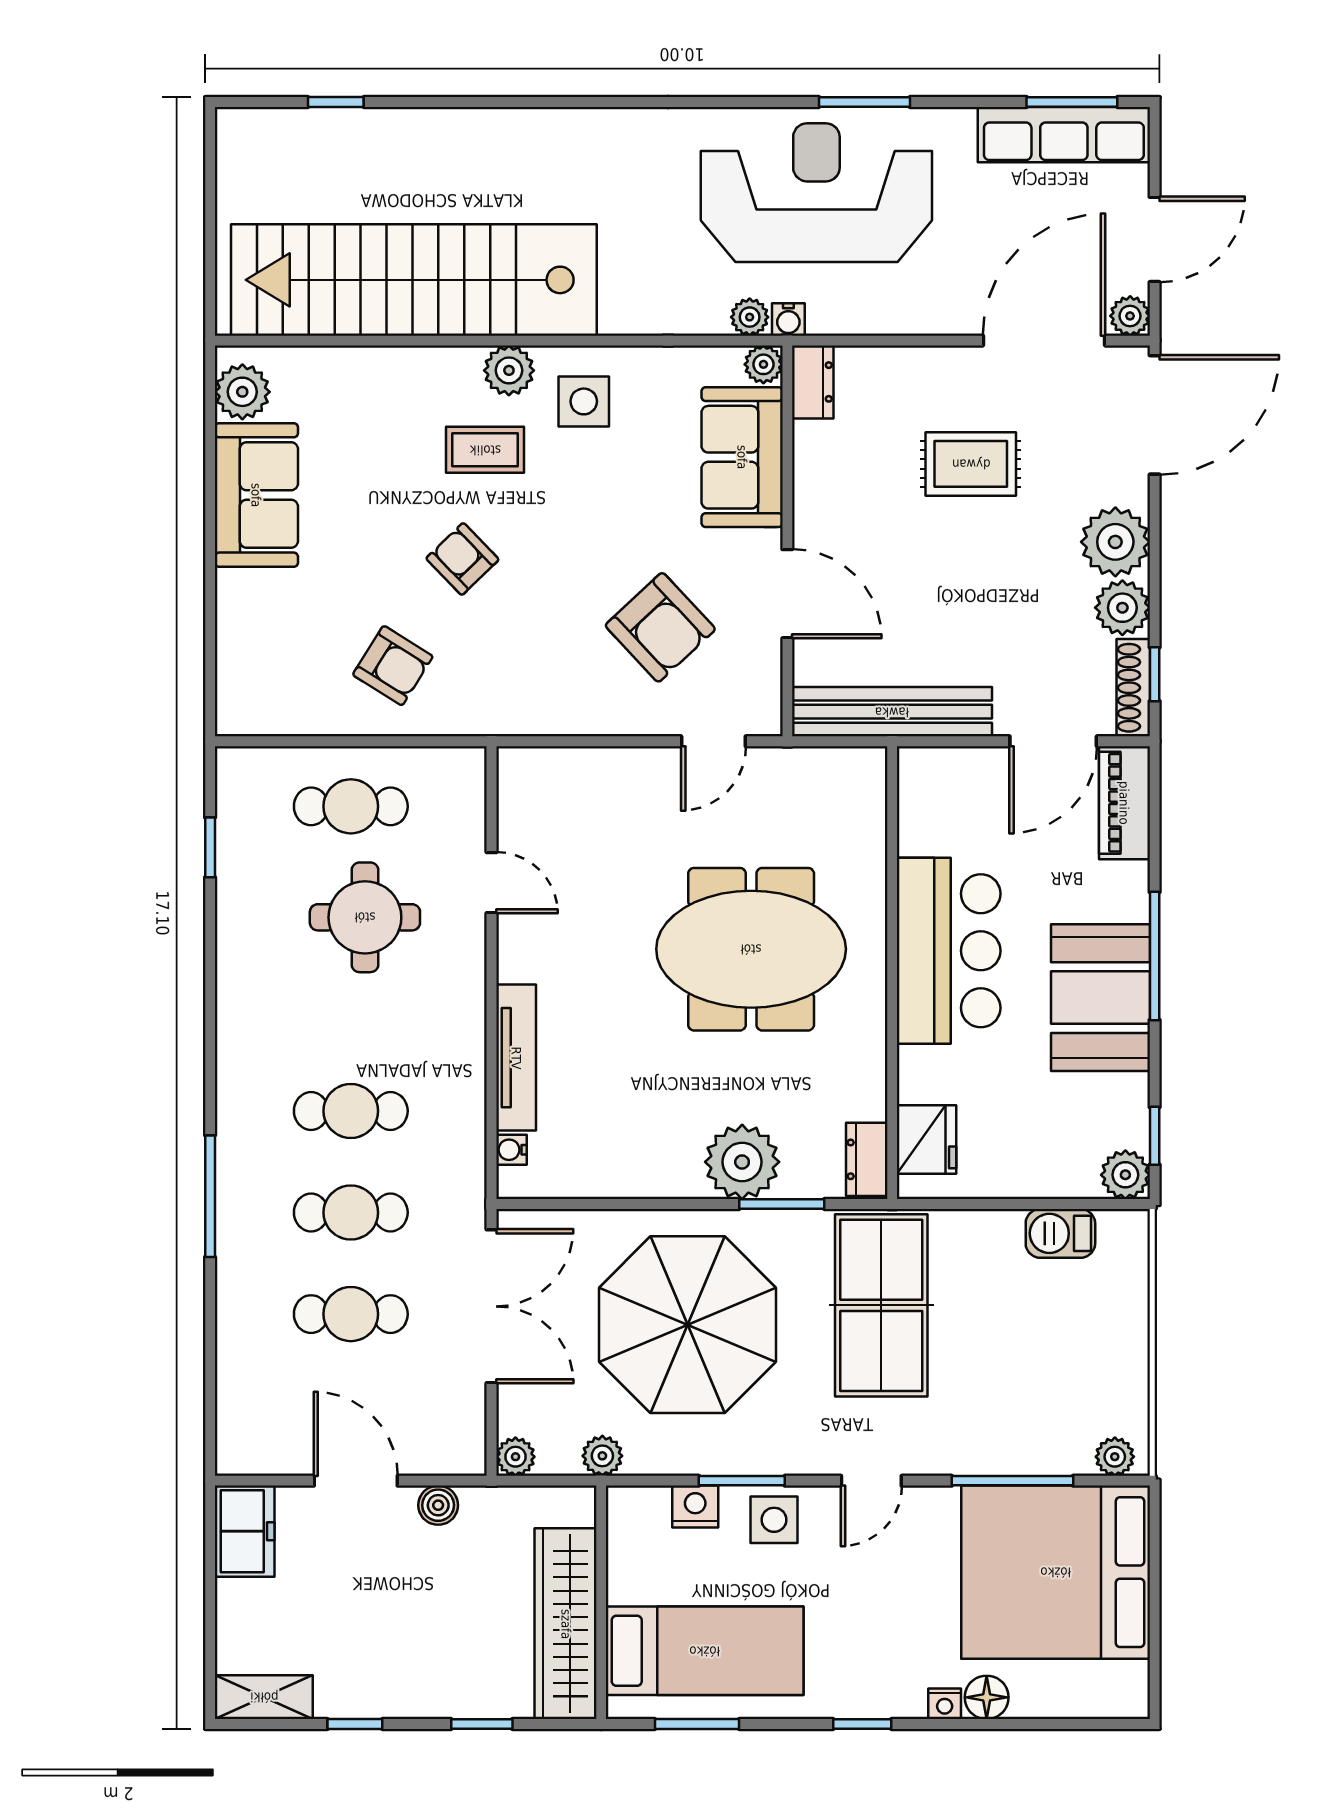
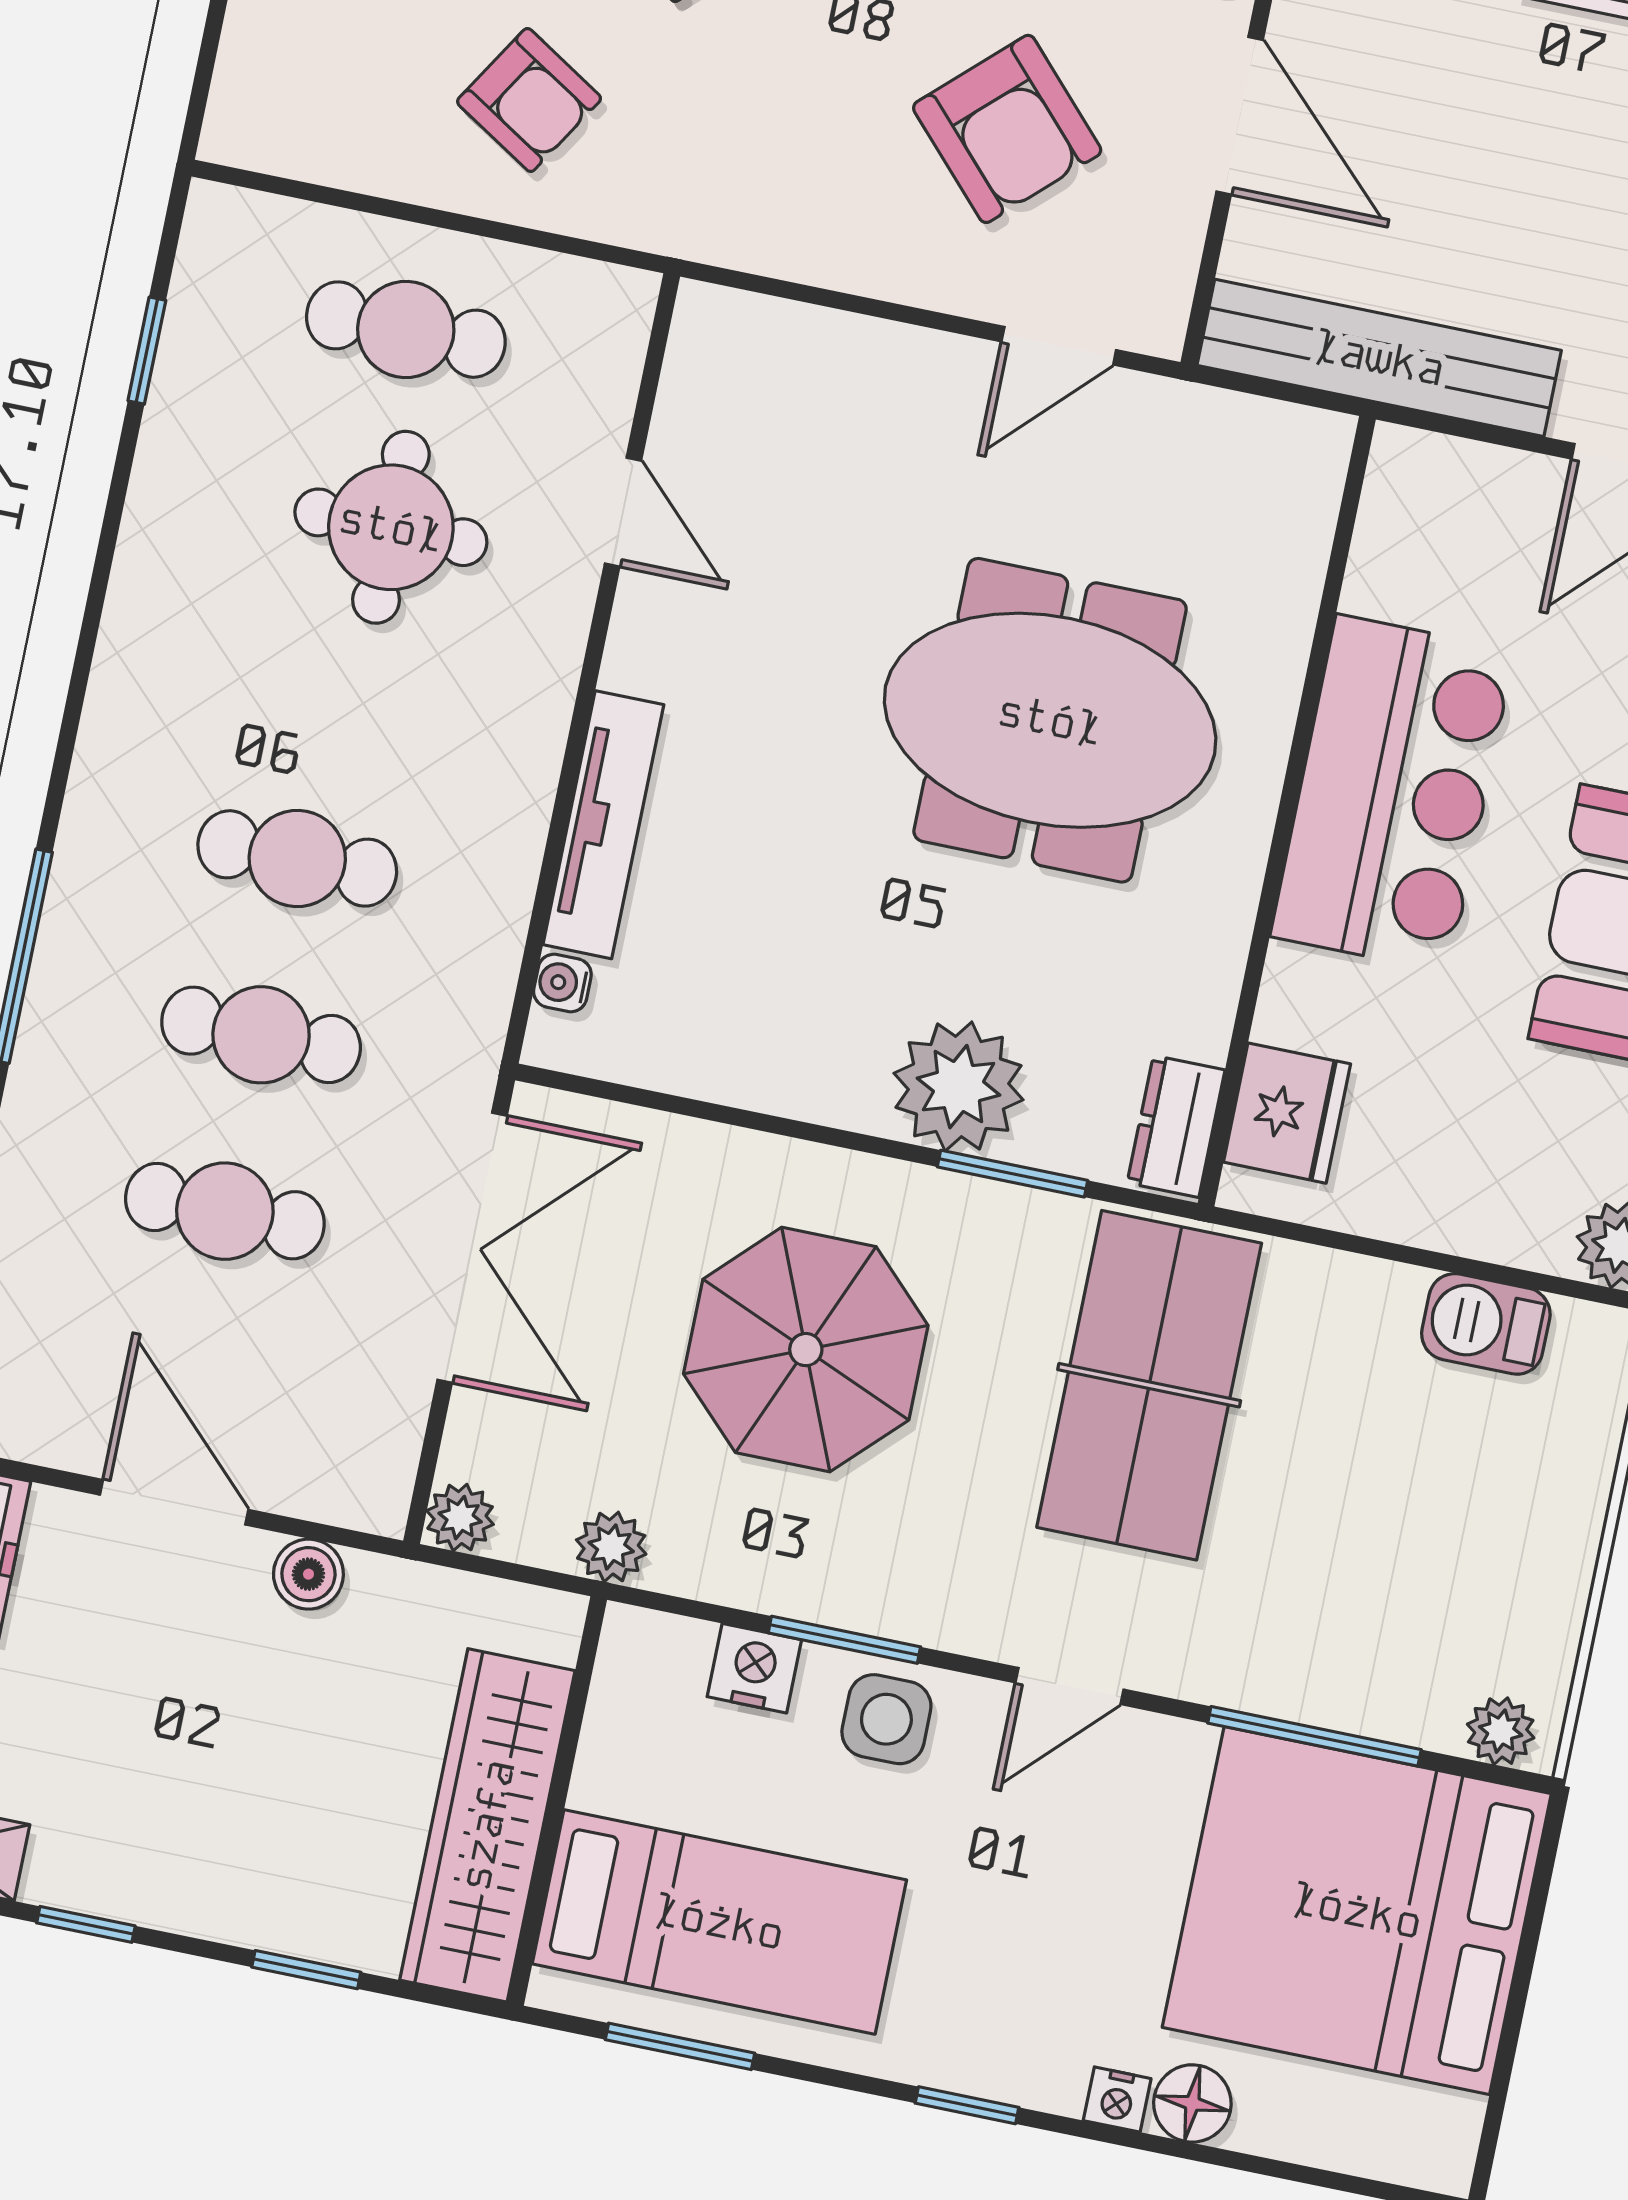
parasol: (687, 1325) -> (806, 1350), width x0.73, depth x0.73

